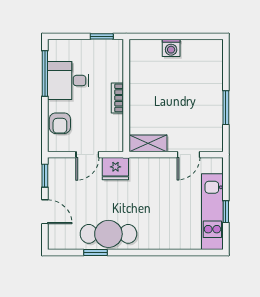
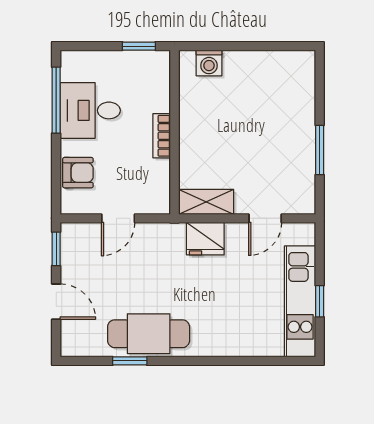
washing machine: (171, 48) -> (209, 63), moved
armchair: (60, 123) -> (78, 173), turned -90
fridge: (115, 169) -> (205, 239), moved

